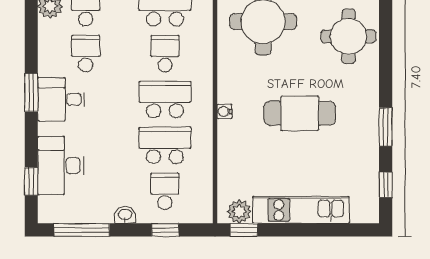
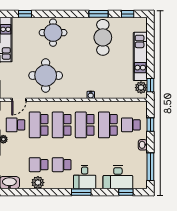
school desk: (165, 54) -> (62, 125), width x1.85
cafe table: (300, 113) -> (103, 37), moved

